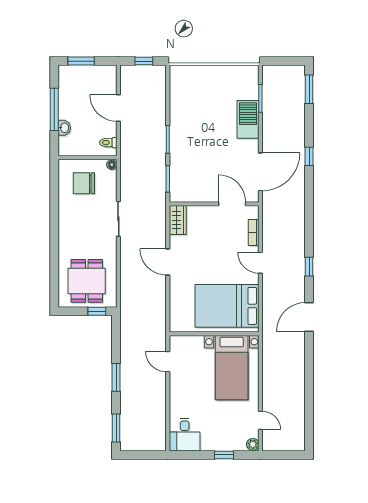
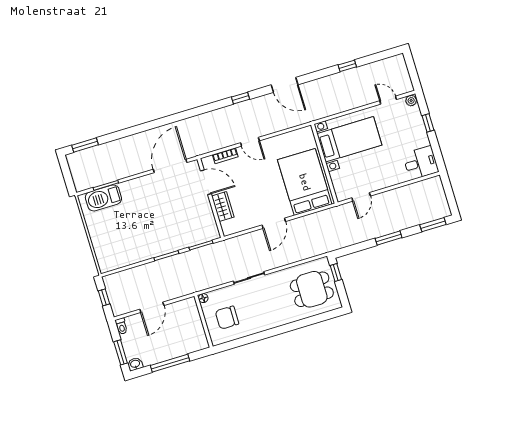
barbecue: (248, 119) -> (103, 198), moved
washbasin: (64, 128) -> (135, 364), moved
toilet: (108, 143) -> (121, 326), moved
window: (309, 156) -> (347, 66), moved
door: (260, 172) -> (170, 166), hinge flipped
chair: (84, 183) -> (227, 318), turned 90
door: (232, 204) -> (206, 182), swing flipped
wardrobe: (178, 220) -> (223, 207), moved, turned 90
door: (260, 263) -> (250, 142), hinge flipped
bed: (227, 306) -> (305, 182), moved, turned 180
door: (260, 420) -> (388, 100), hinge flipped

